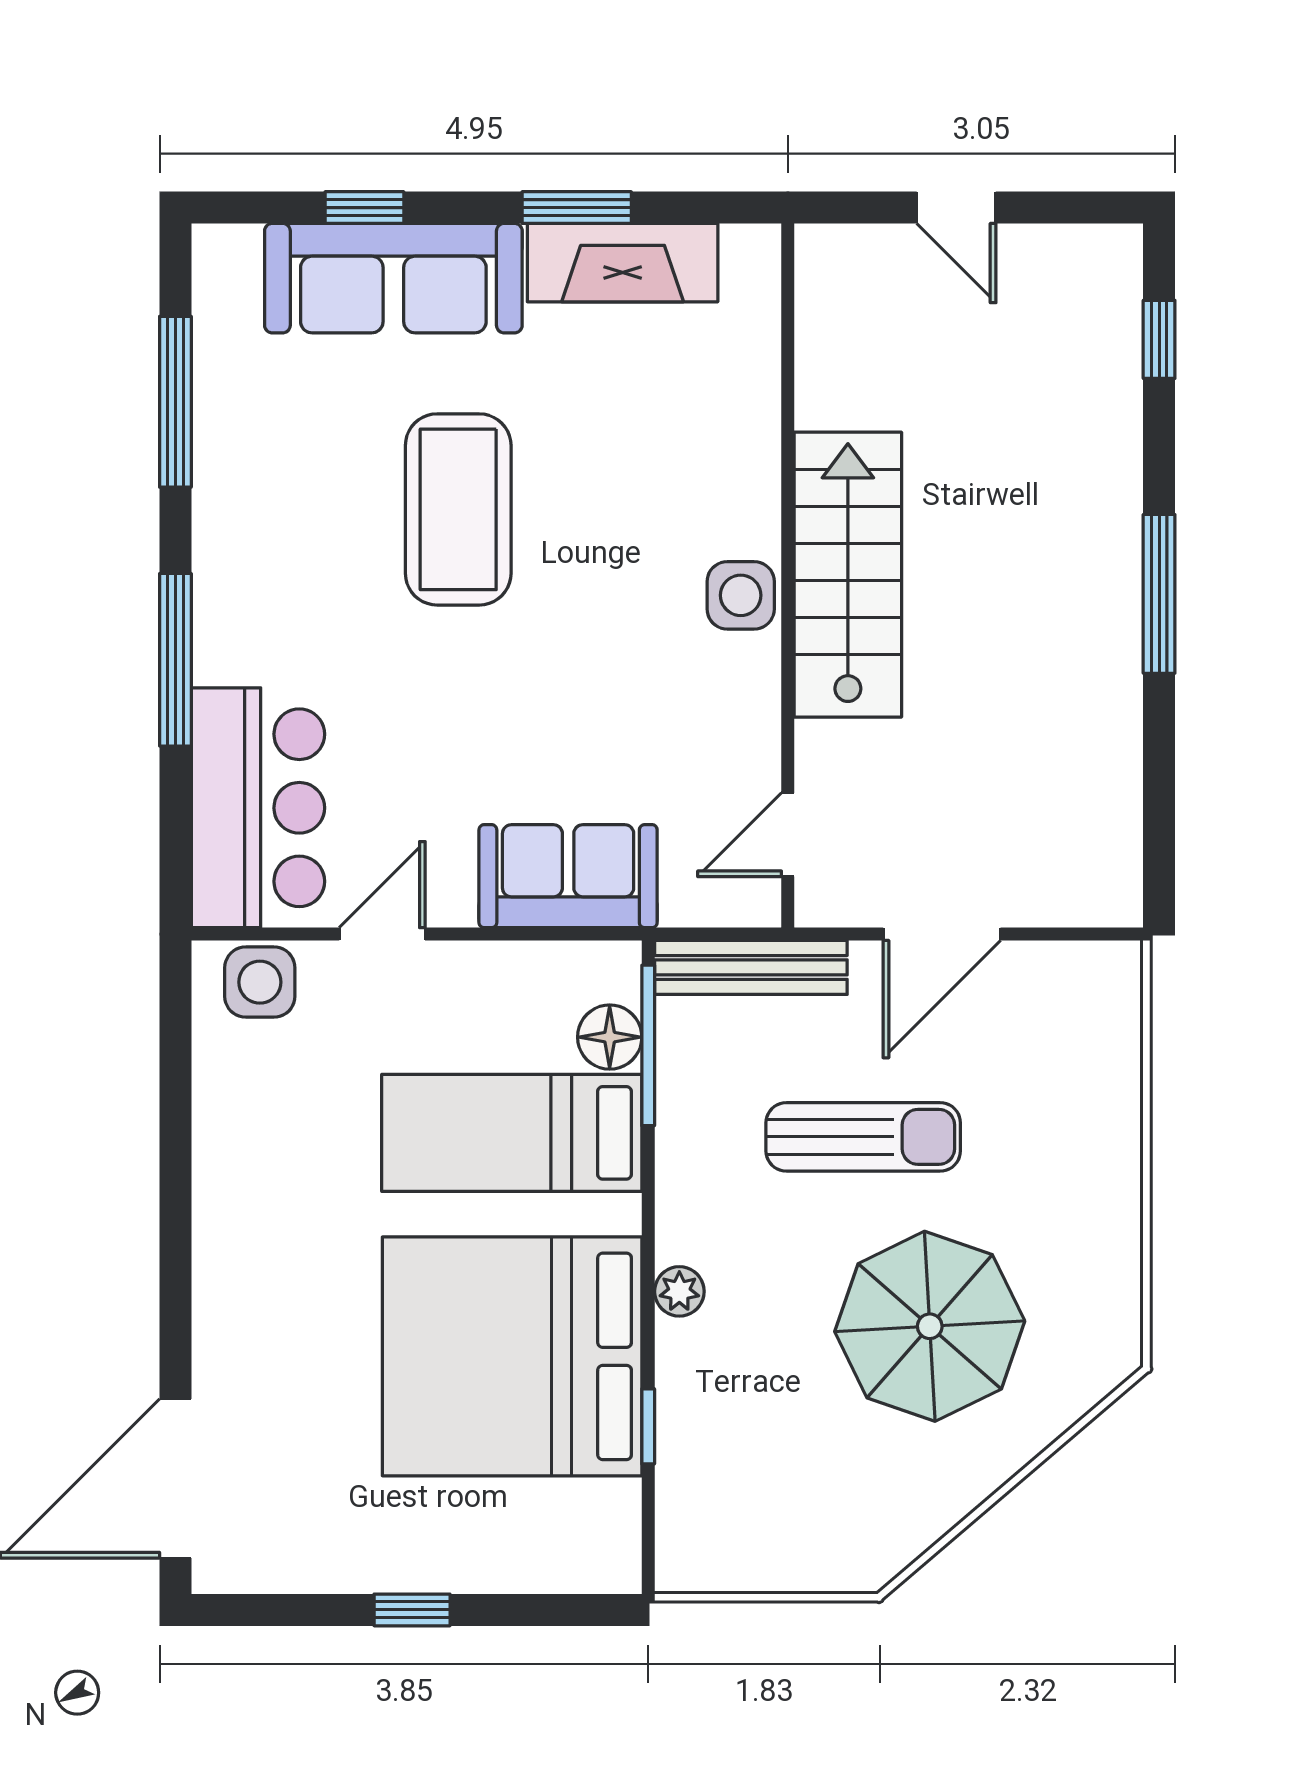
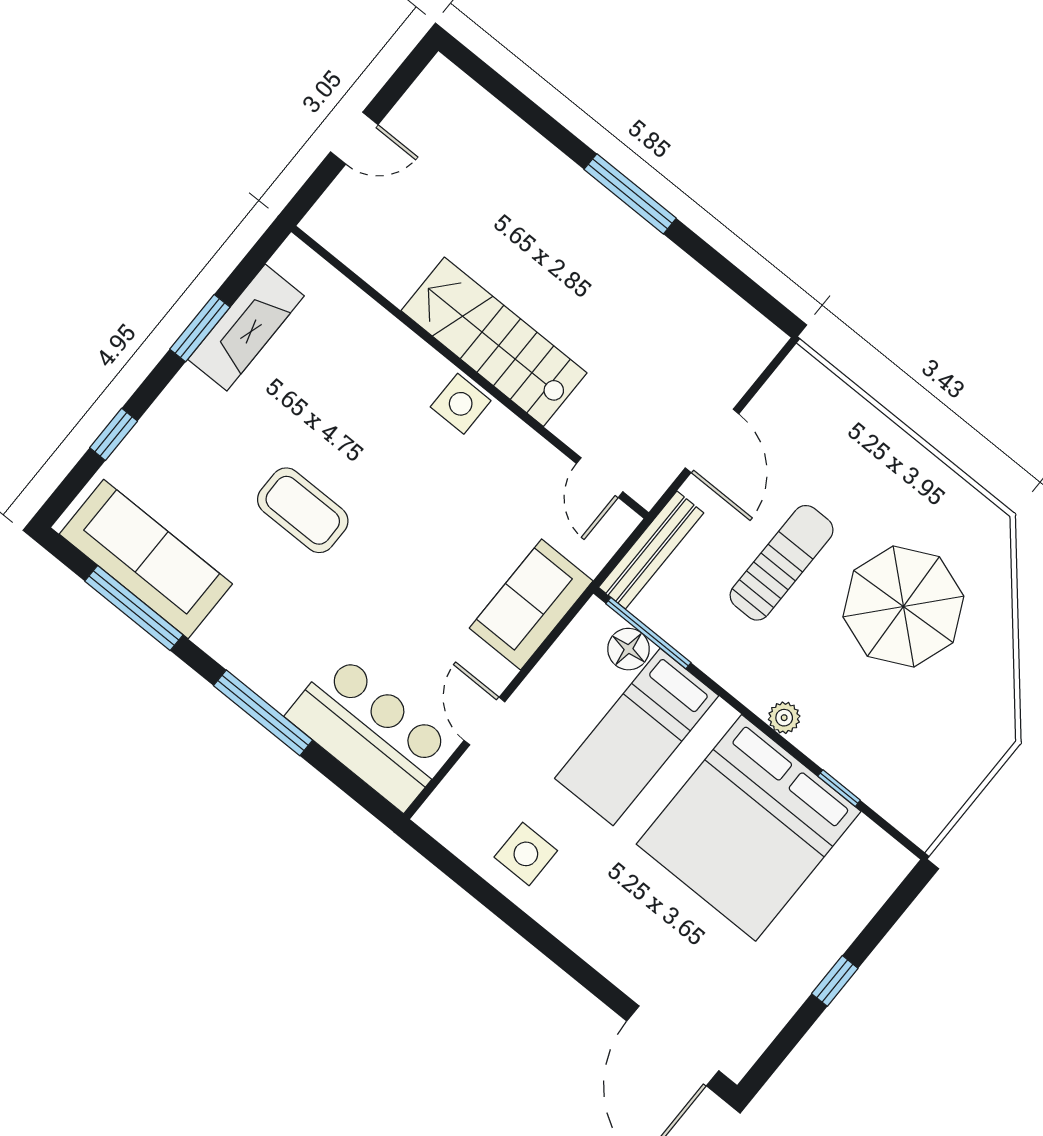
sofa: (393, 278) -> (146, 559), moved, turned -90
window: (1159, 339) -> (503, 90), removed
coffee table: (458, 509) -> (303, 510), width x0.73, depth x0.76
side table: (260, 982) -> (526, 854), moved

